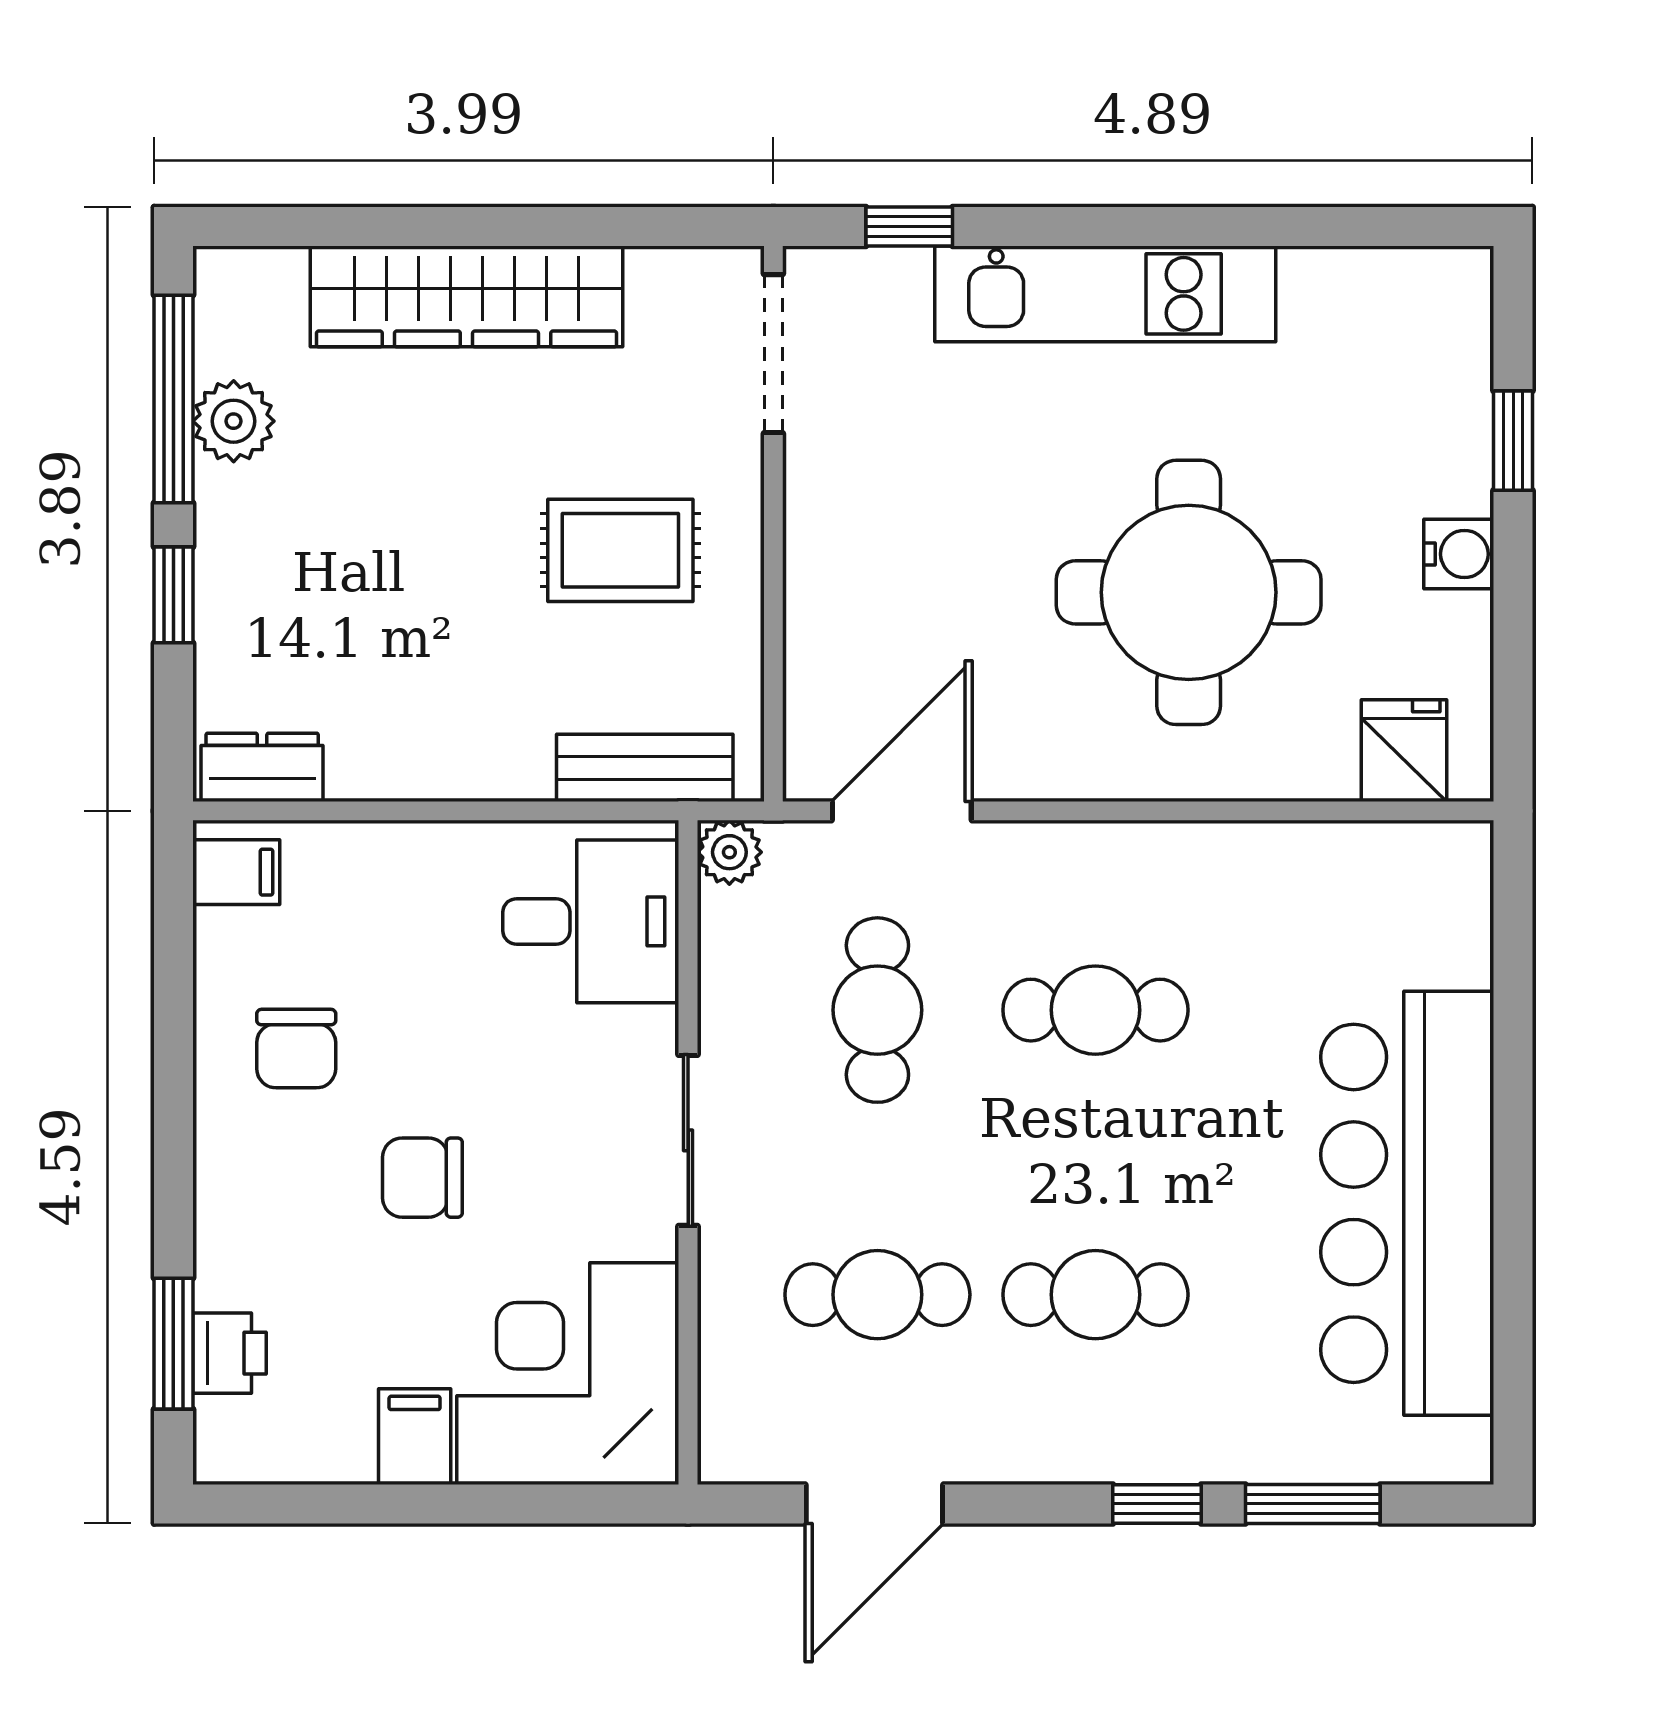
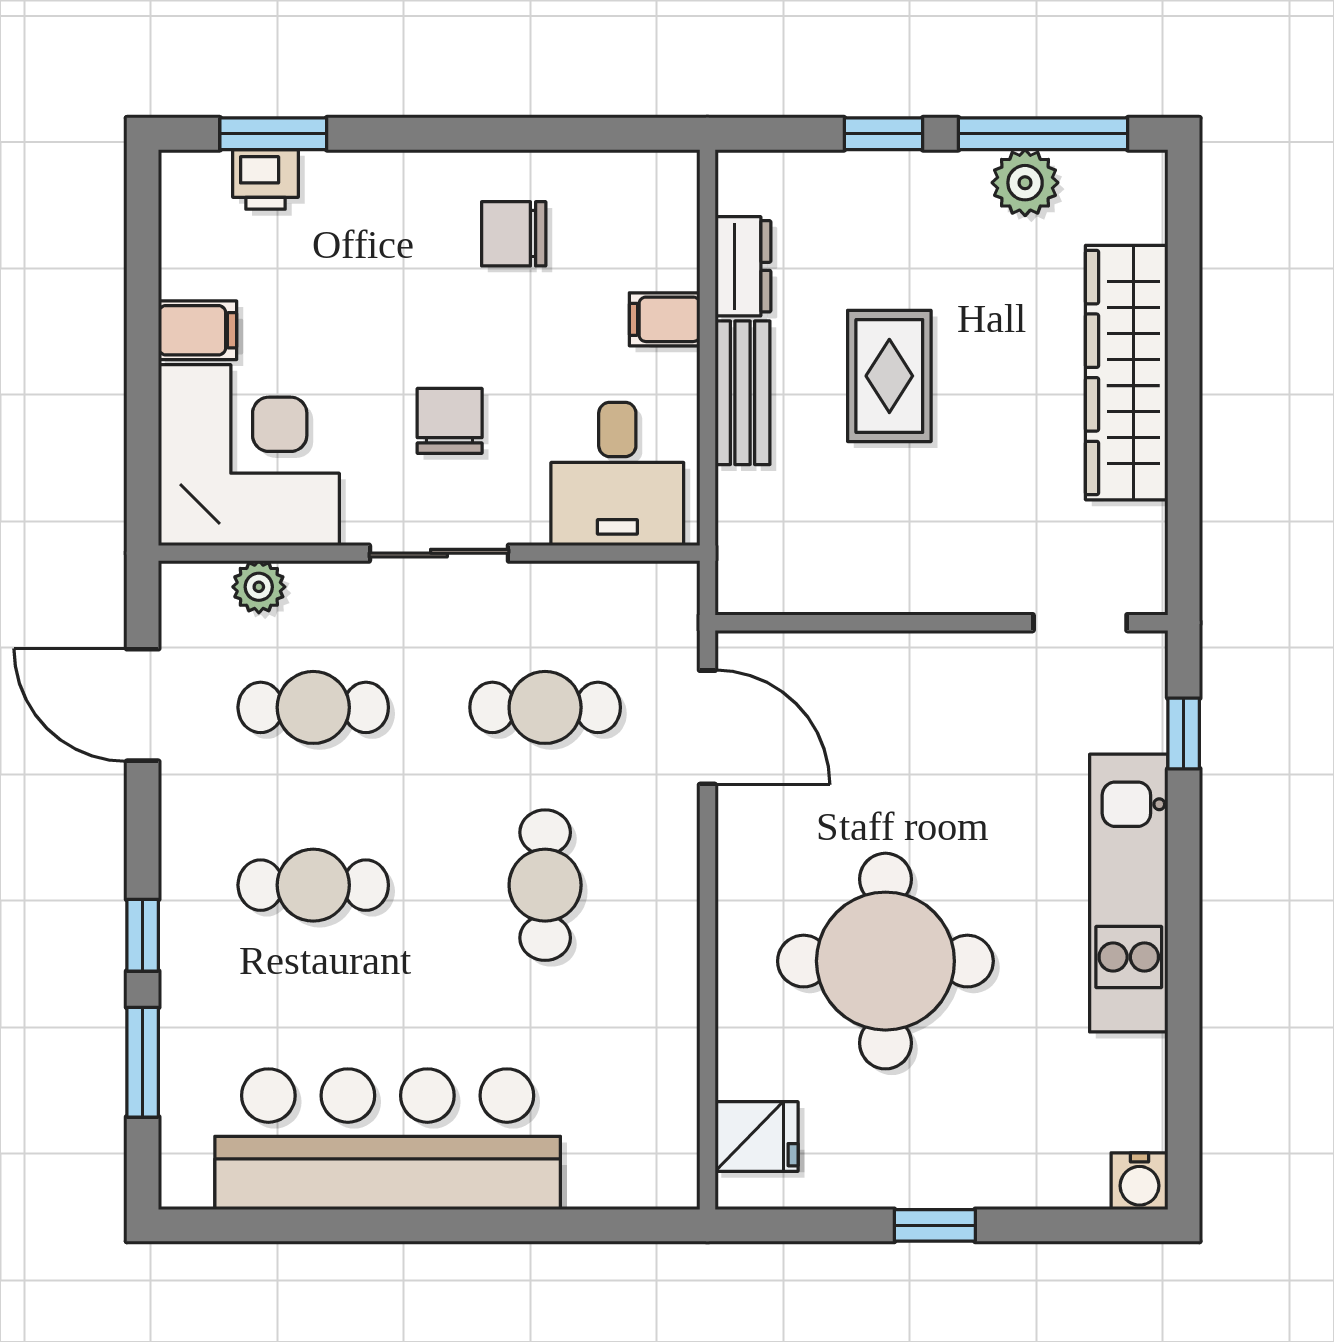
doorway: (773, 354) -> (1080, 623), width x0.73
window: (1513, 441) -> (935, 1225), moved
rug: (620, 550) -> (889, 376), moved
water cooler: (1459, 554) -> (1139, 1181), moved
dresser: (262, 767) -> (743, 266), moved
bench: (645, 768) -> (742, 393), moved
plant: (729, 852) -> (259, 587), moved
filing cabinet: (236, 872) -> (665, 319), moved, turned 90
chair: (422, 1178) -> (450, 421), moved
cafe table: (877, 1295) -> (313, 707), turned 90
cafe table: (1095, 1295) -> (313, 885), turned 90

